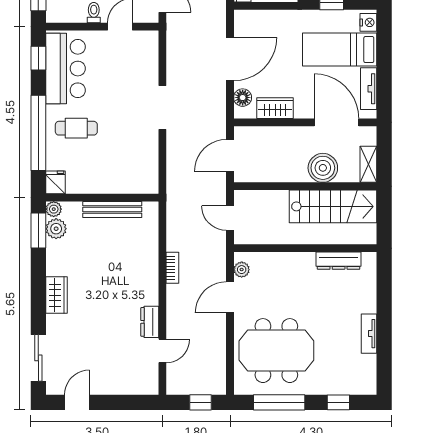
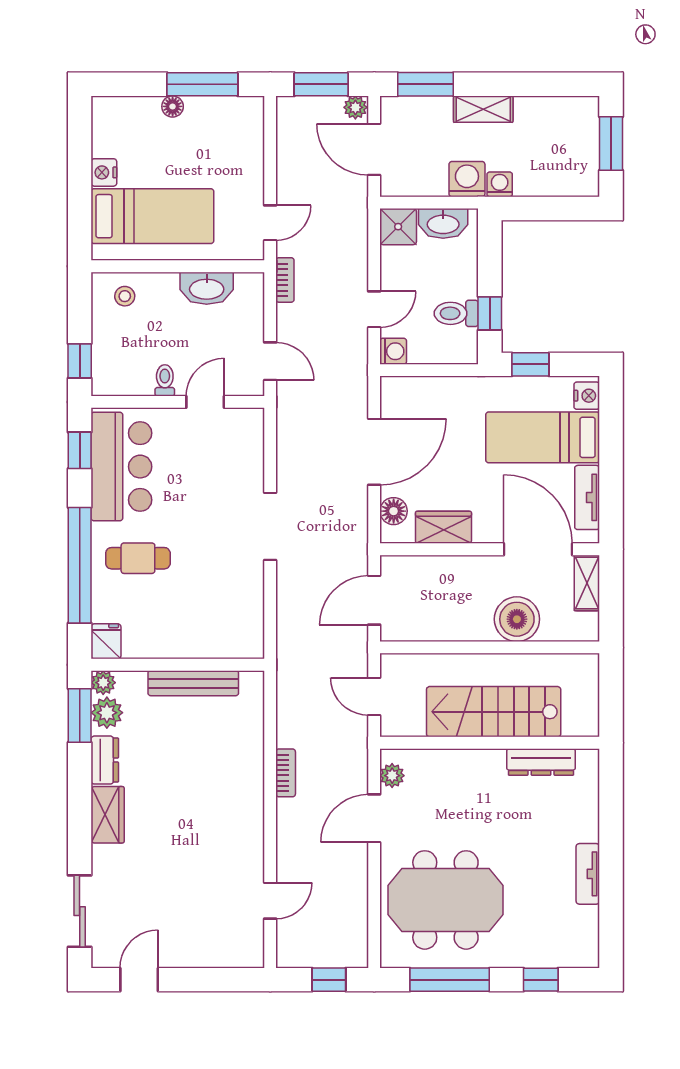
shelving: (368, 164) -> (587, 583), moved
stairs: (333, 206) -> (494, 712), moved, turned 180
dresser: (150, 322) -> (105, 760), moved, turned 180

